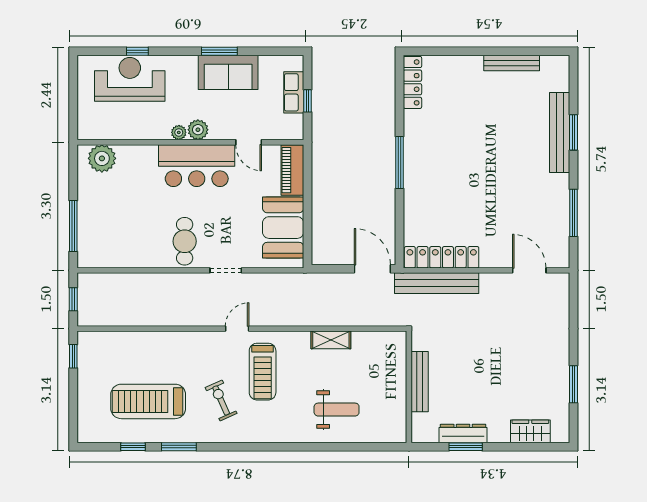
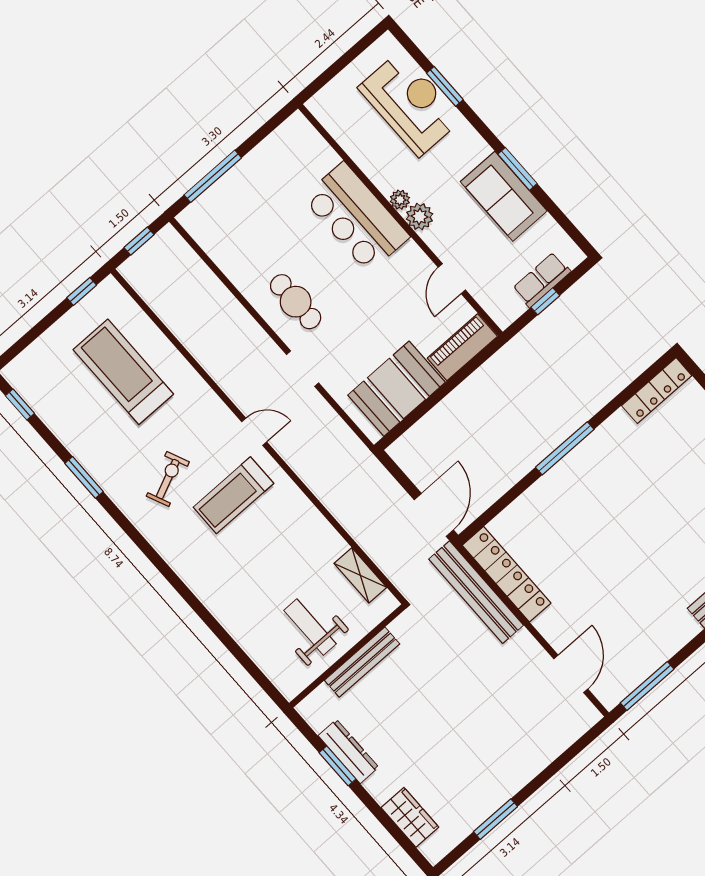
window: (137, 51) -> (445, 86), width x1.50
plant: (102, 158) -> (306, 145), removed
bar counter: (197, 166) -> (356, 217), moved
window: (574, 213) -> (647, 686), moved
cafe table: (185, 241) -> (296, 302), turned 90
shelving: (331, 340) -> (360, 575), moved
treadmill: (148, 401) -> (123, 372), moved
weight bench: (337, 410) -> (310, 627), moved, turned 180
window: (133, 447) -> (20, 405), moved

